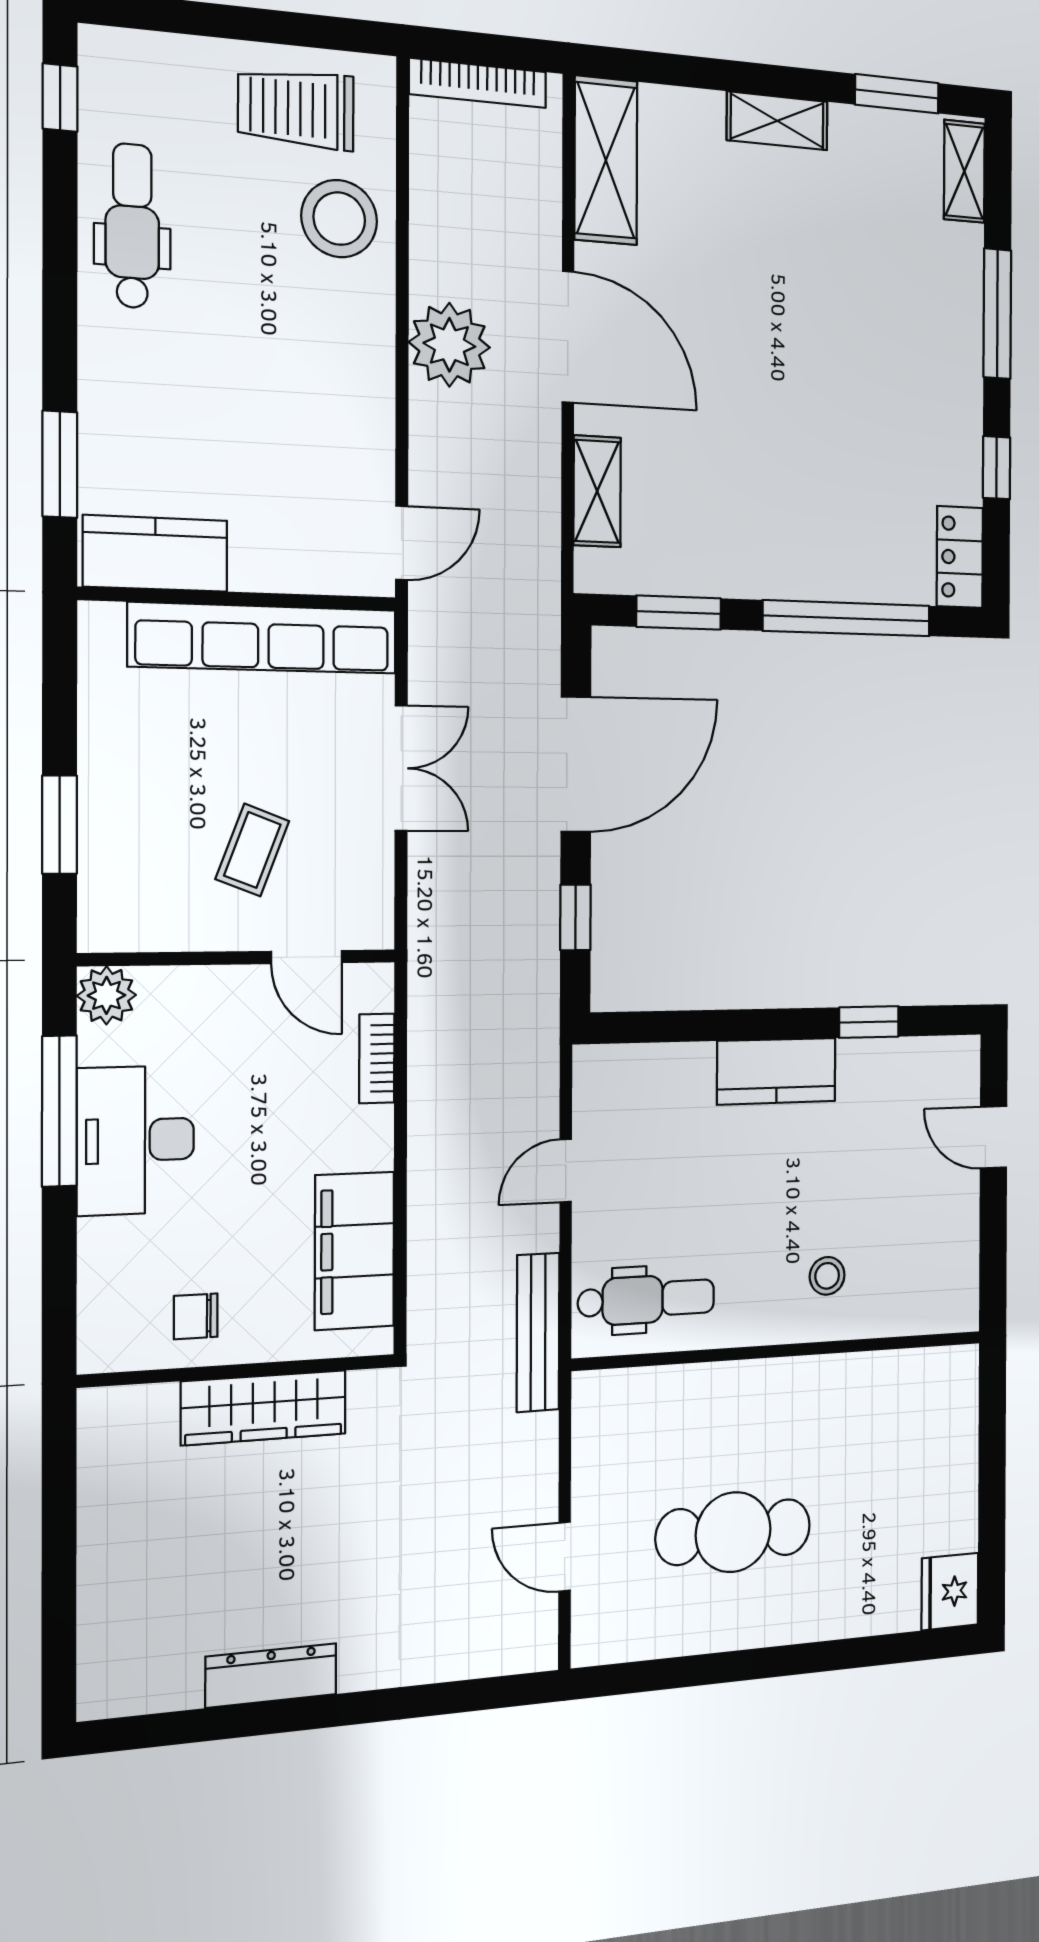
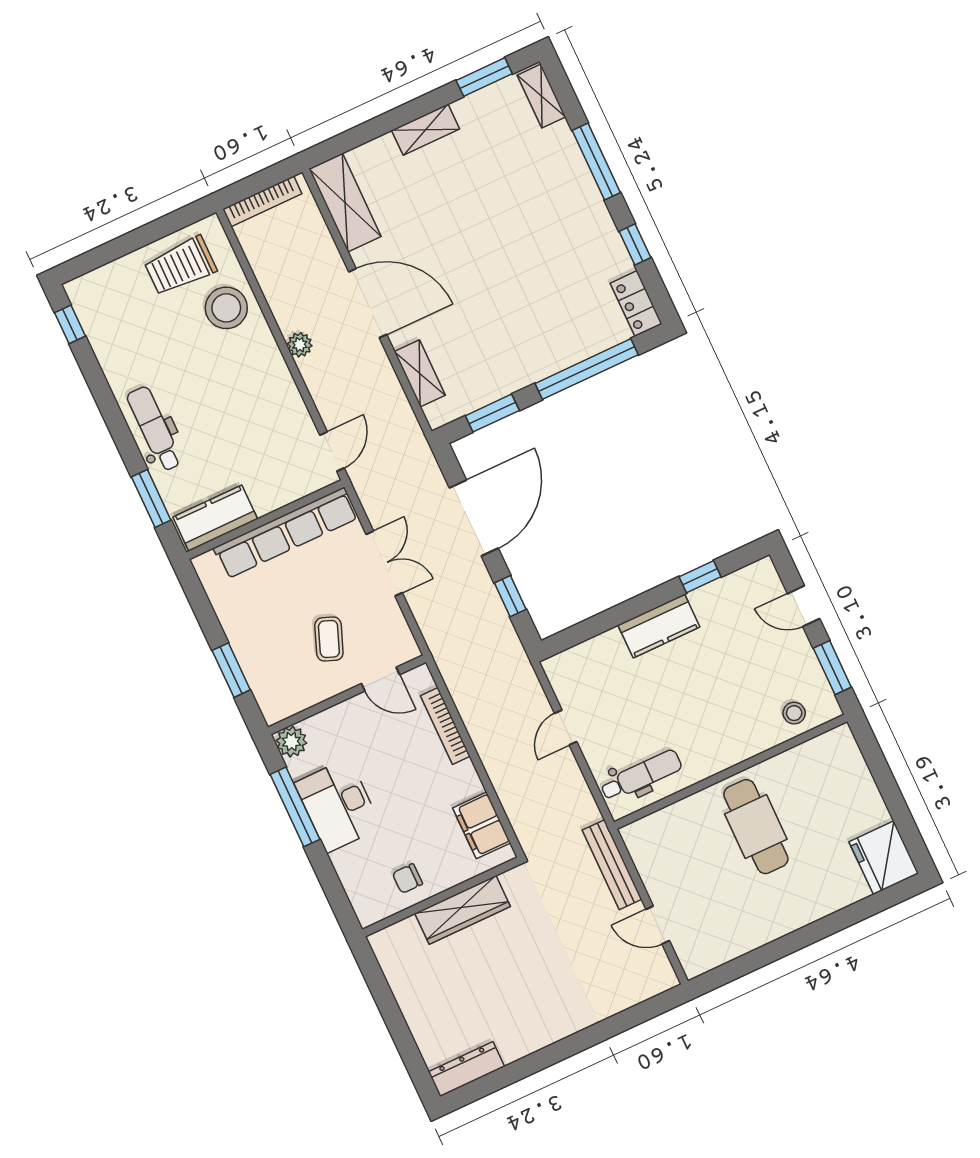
dental chair: (132, 226) -> (154, 429), moved
plant: (449, 345) -> (300, 345), width x0.53, depth x0.53
bookcase: (377, 1058) -> (445, 726), width x1.56
filing cabinet: (355, 1251) -> (482, 825), width x0.67, depth x0.86
window: (993, 1251) -> (832, 668), added
stool: (827, 1276) -> (794, 713), moved
bench: (538, 1332) -> (612, 865), moved
cafe table: (733, 1532) -> (756, 827), moved, turned 90
fridge: (950, 1592) -> (884, 858), width x1.36, depth x1.34
dresser: (271, 1675) -> (466, 1069), moved

